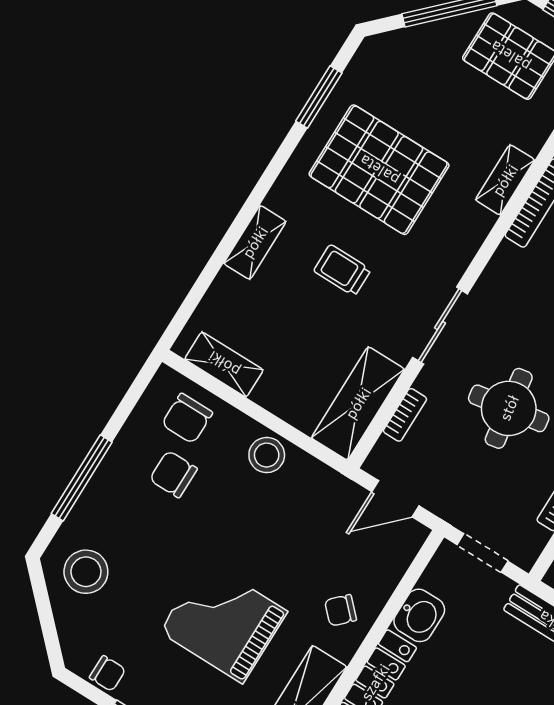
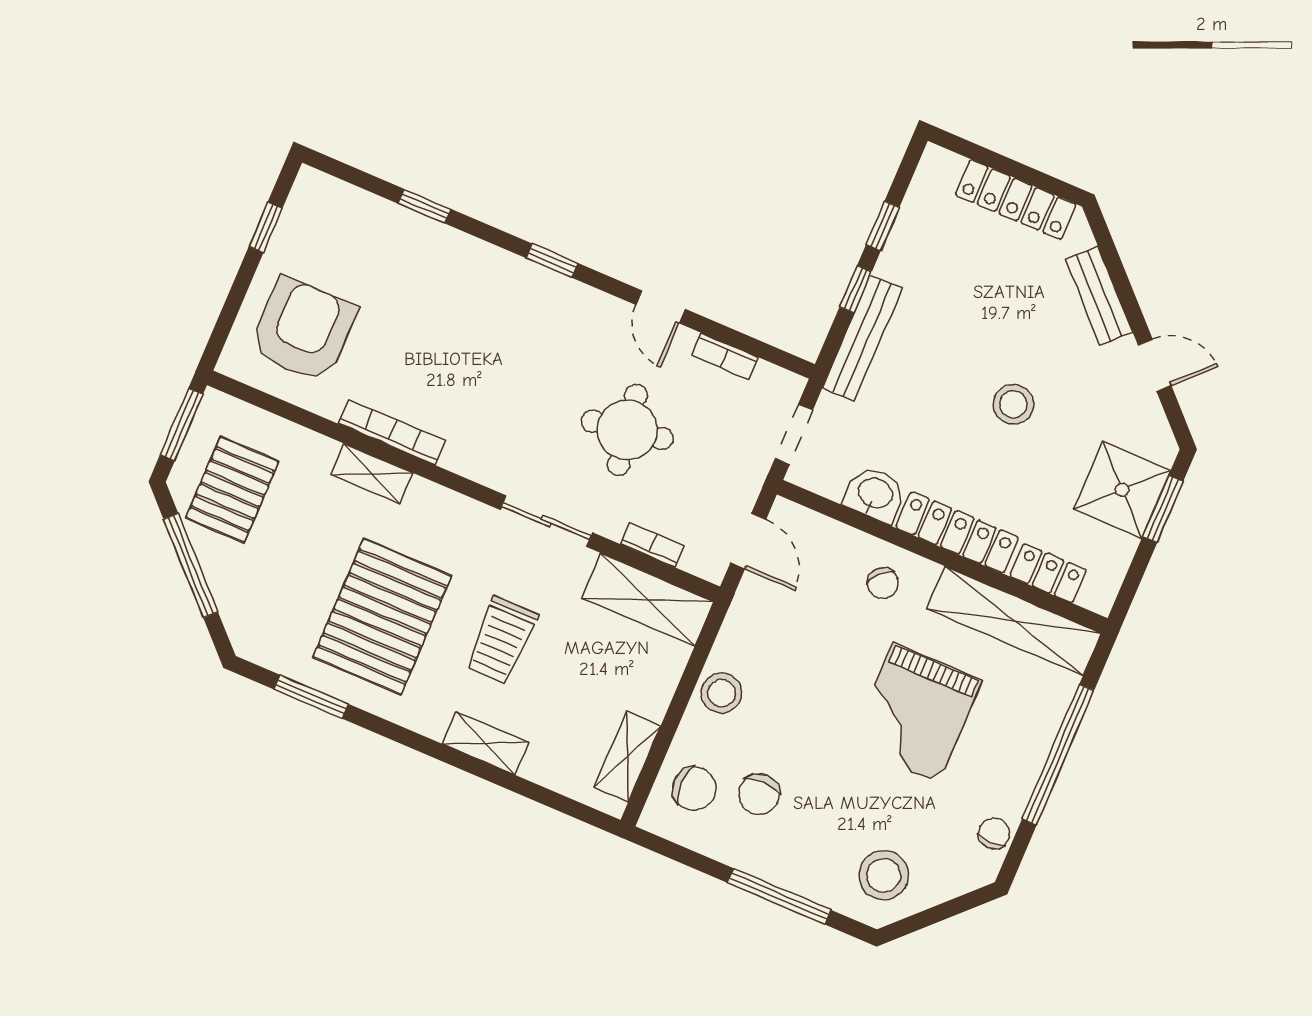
trolley: (342, 270) -> (501, 640), width x1.36, depth x1.39

